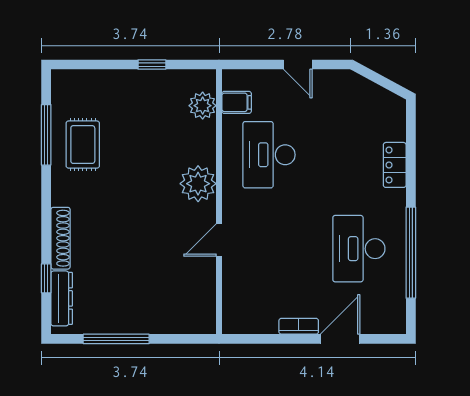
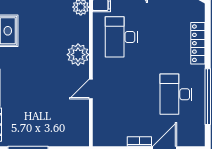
locker: (395, 165) -> (198, 43), width x1.53

